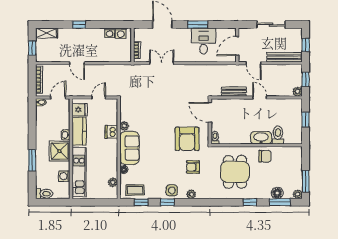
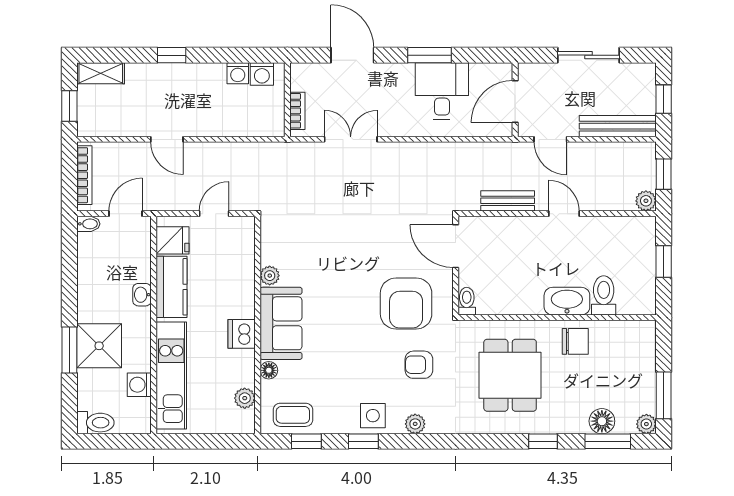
dishwasher: (111, 132) -> (242, 334), moved
shower: (60, 151) -> (99, 346), moved

